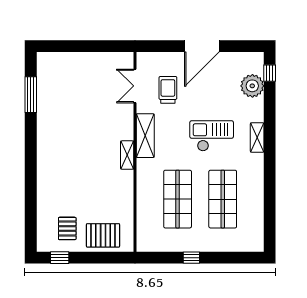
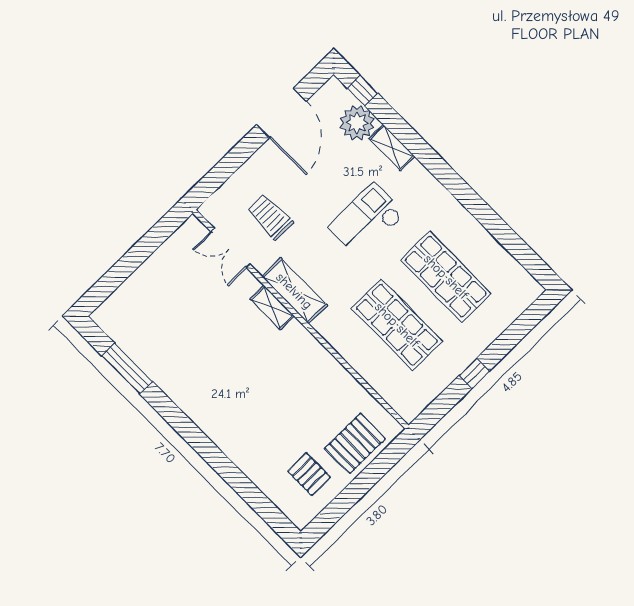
door: (202, 46) -> (281, 113), moved
shelving: (257, 138) -> (392, 148), moved
shelving: (127, 155) -> (272, 307), moved
window: (60, 258) -> (332, 514), removed

